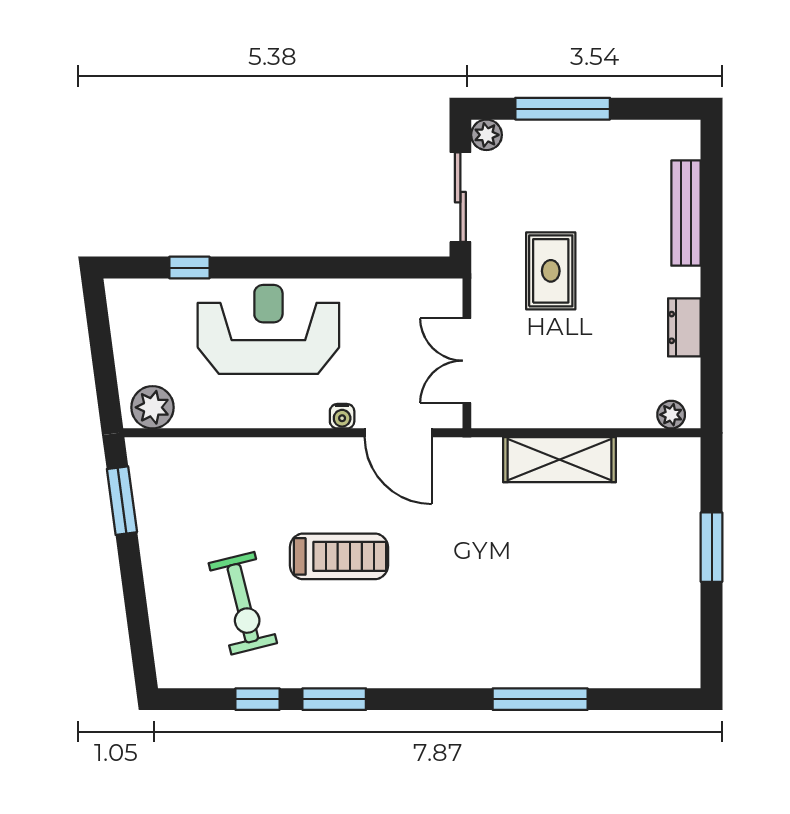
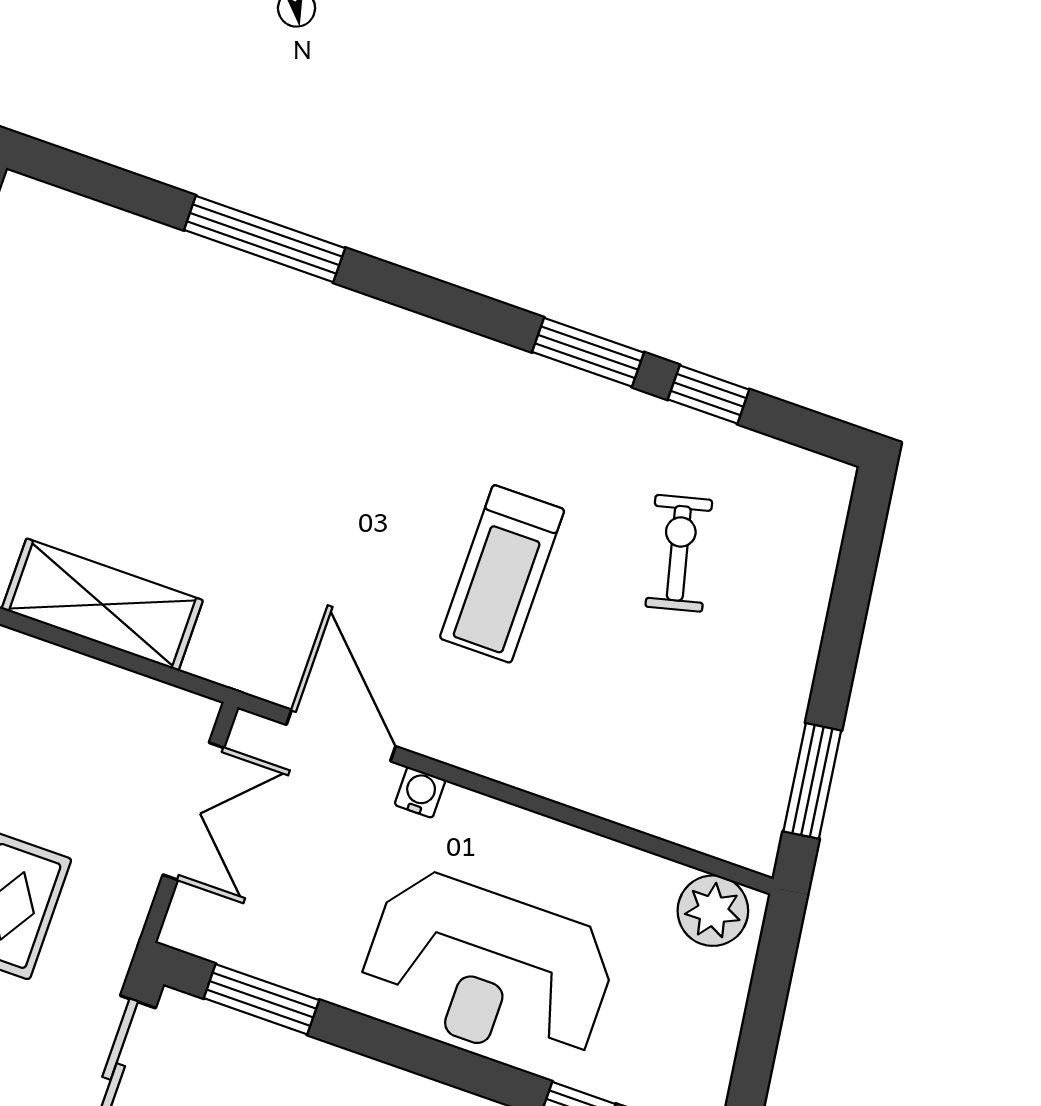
window: (391, 268) -> (261, 999), added
treadmill: (339, 556) -> (502, 574), turned -90
exercise bike: (243, 603) -> (679, 553), width x0.73, depth x0.72

